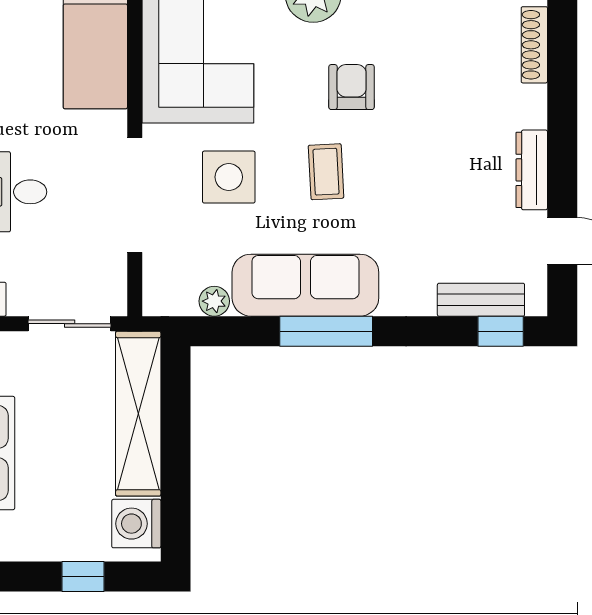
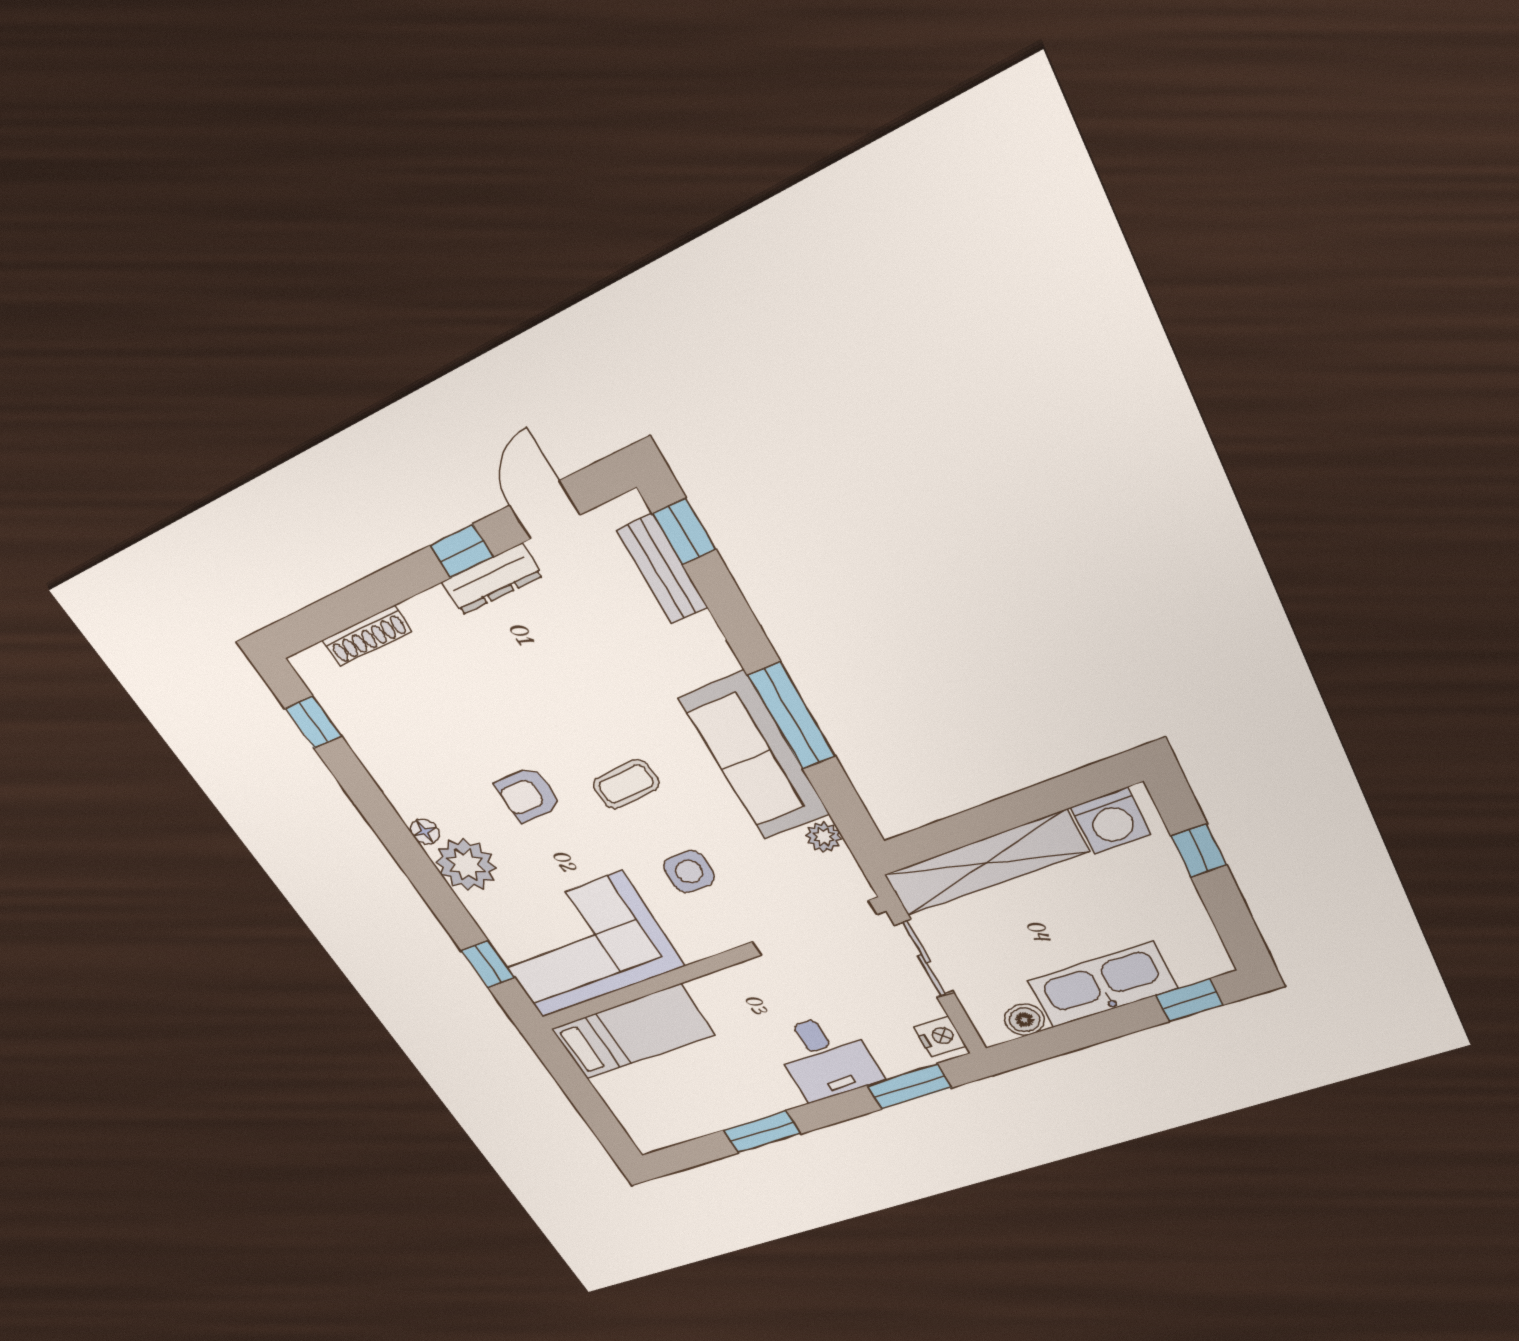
window: (562, 161) -> (462, 551), added
side table: (229, 177) -> (689, 872), width x0.73, depth x0.73
doorway: (135, 195) -> (814, 928), moved

